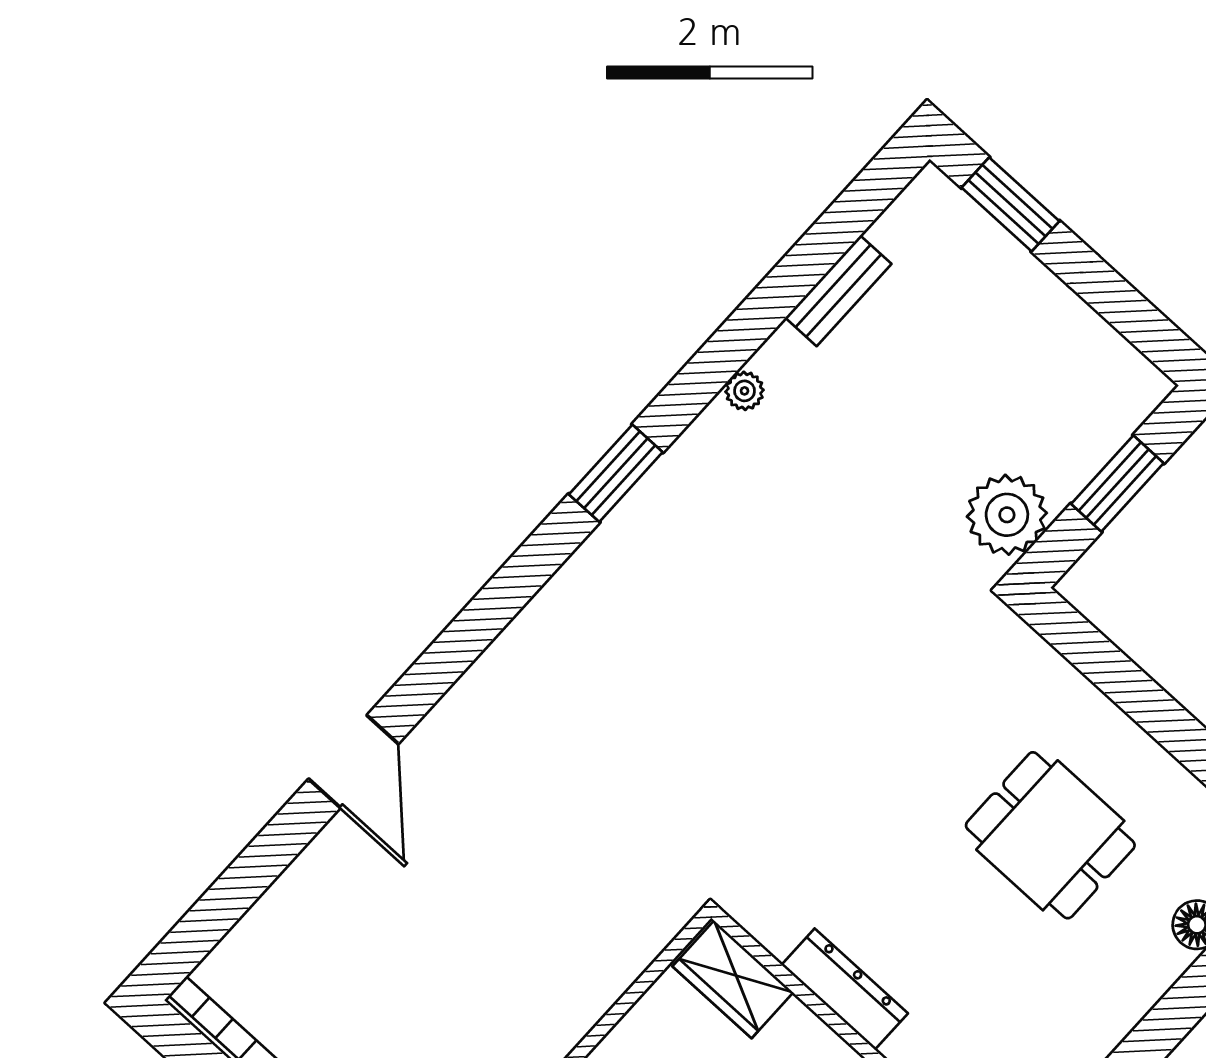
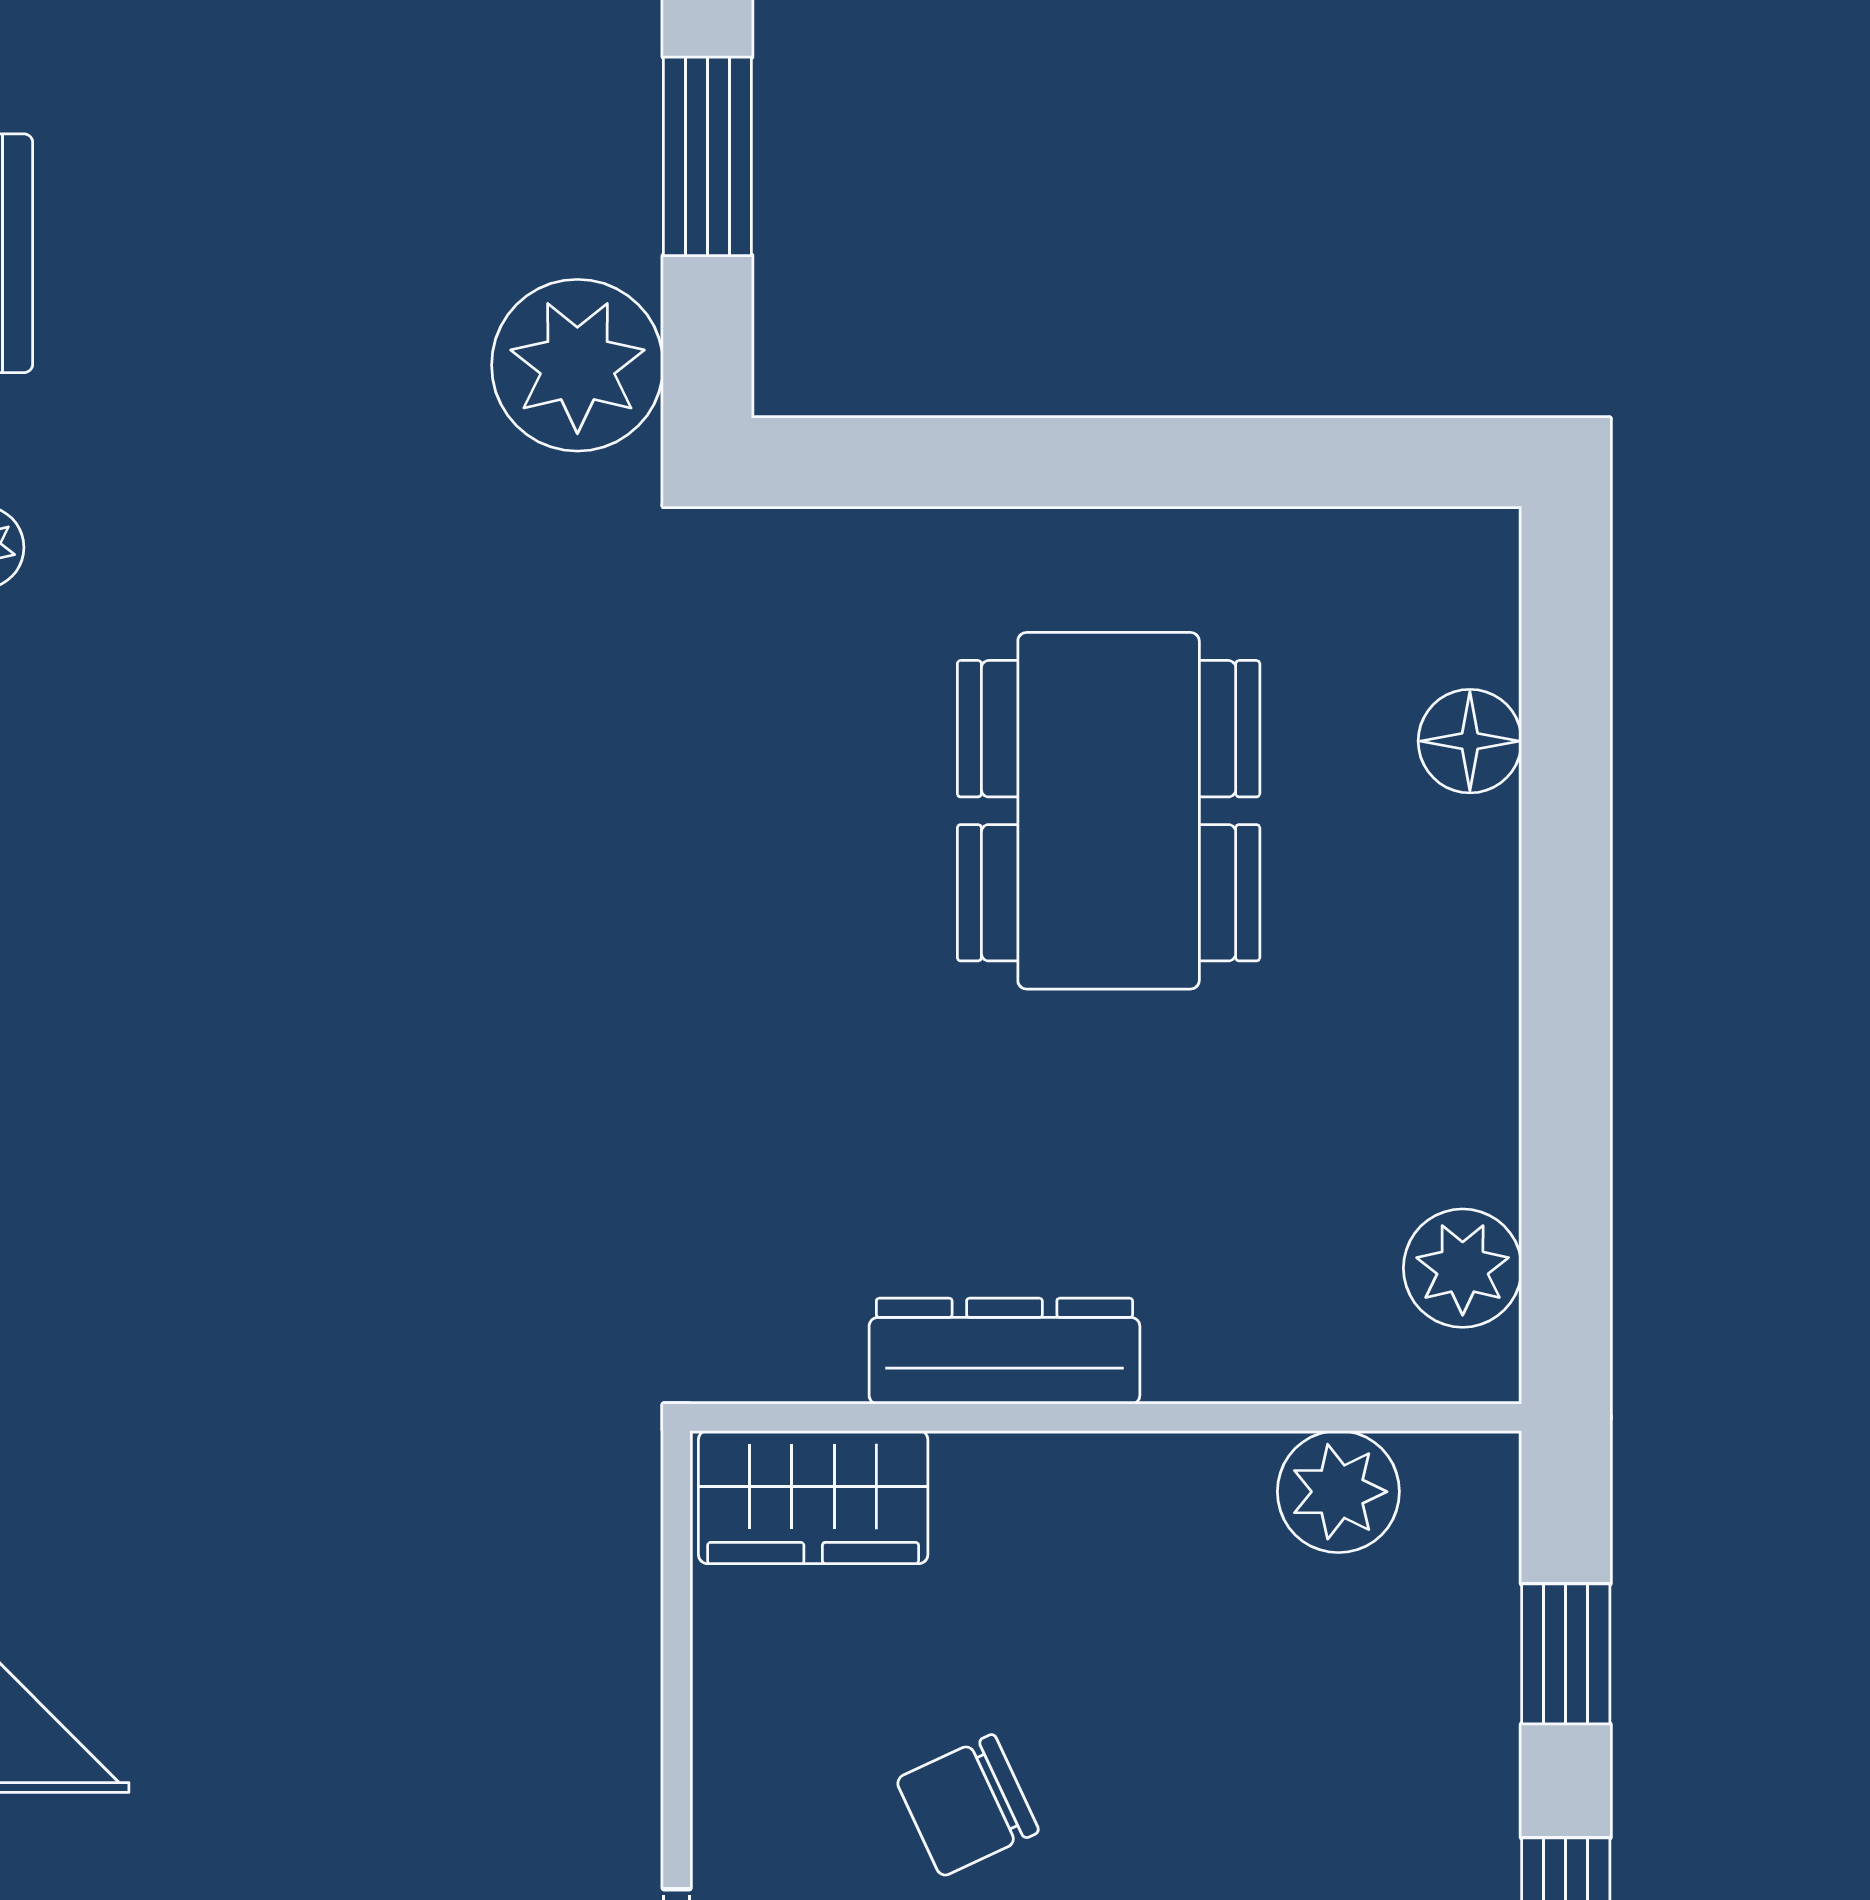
dining table: (1050, 835) -> (1109, 811), width x1.38

